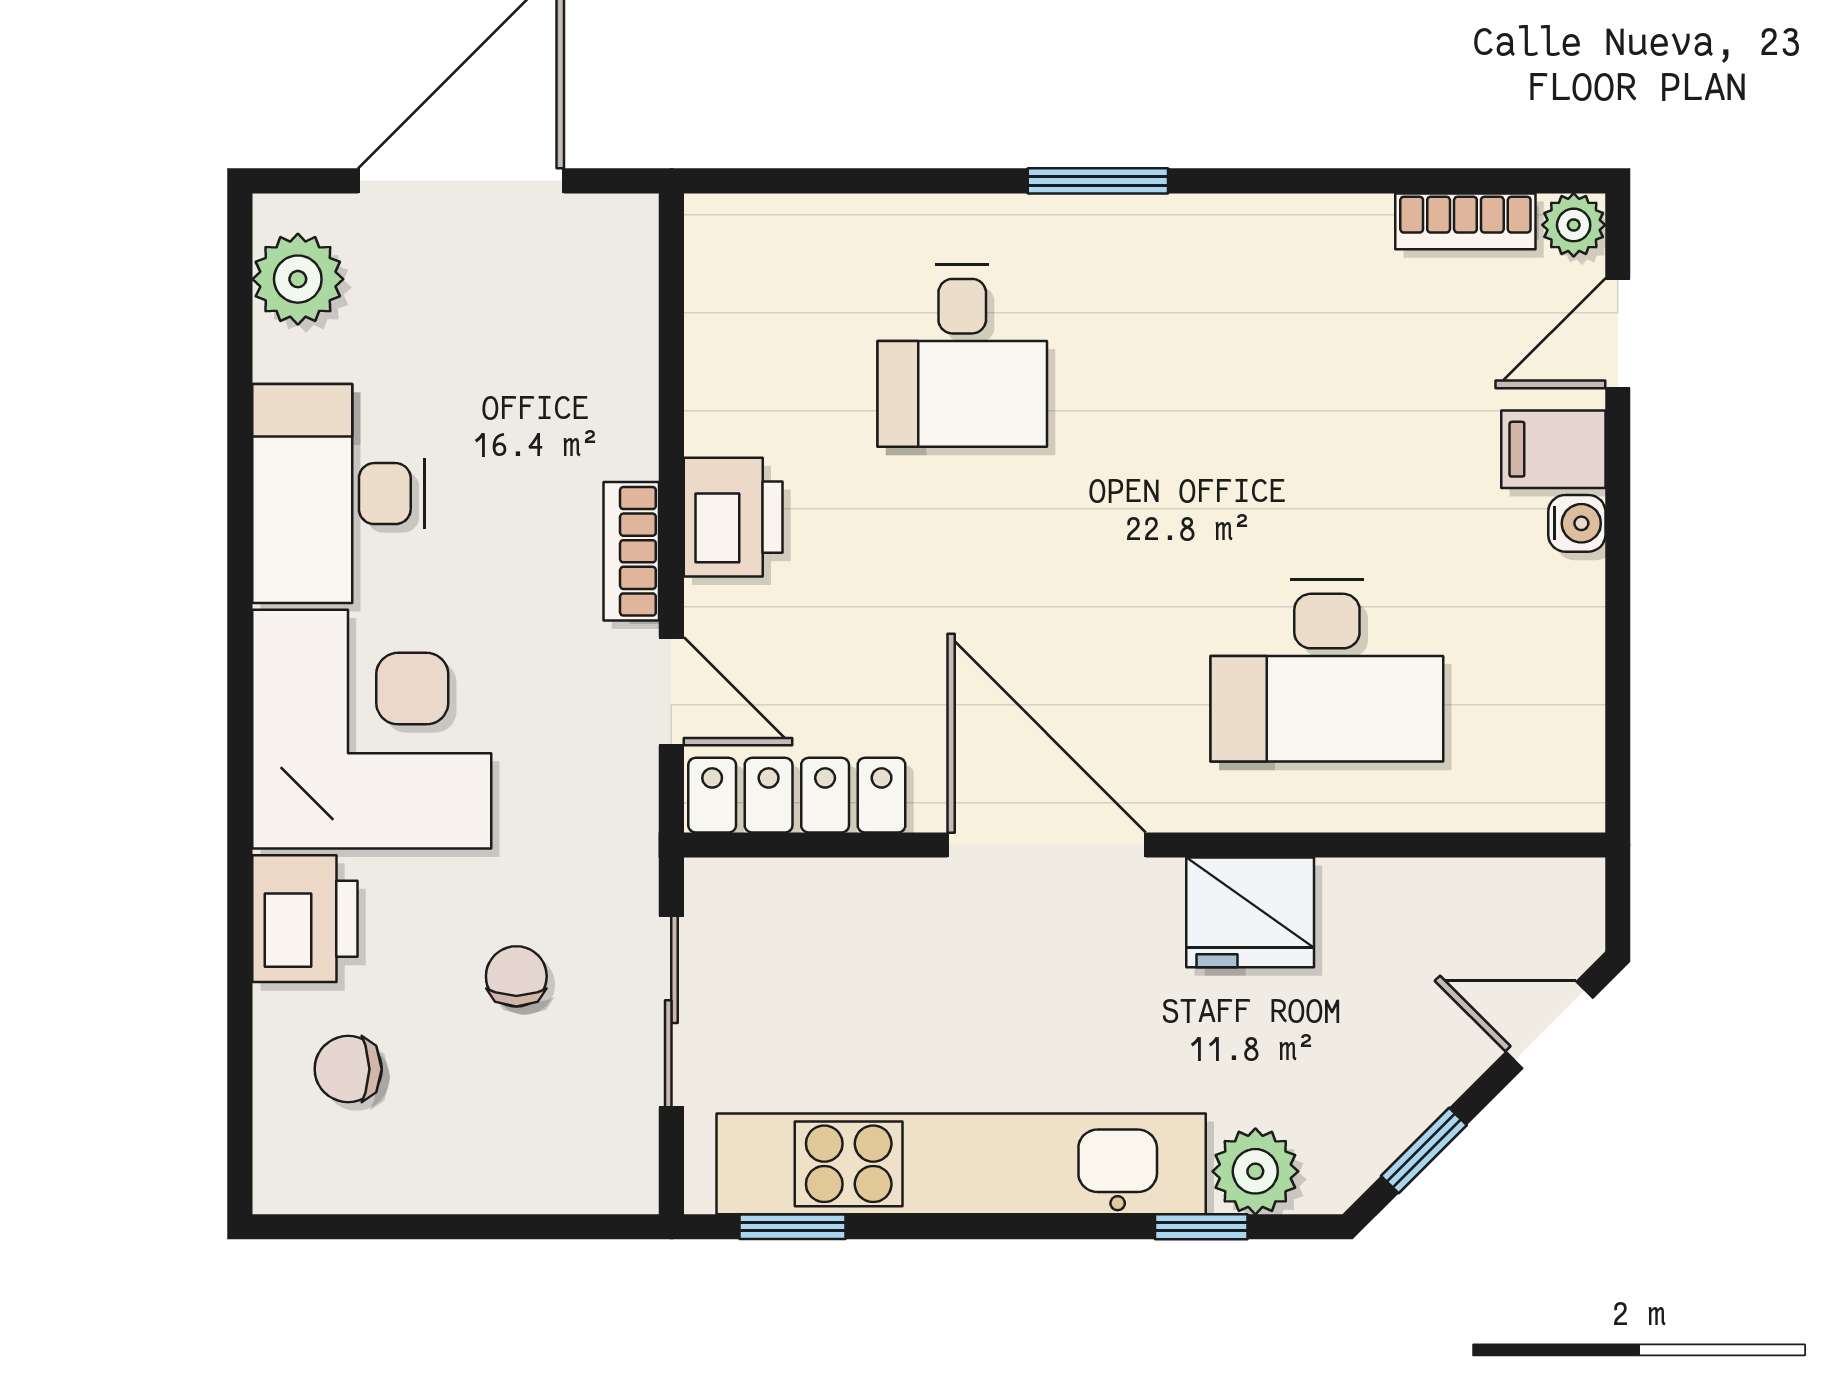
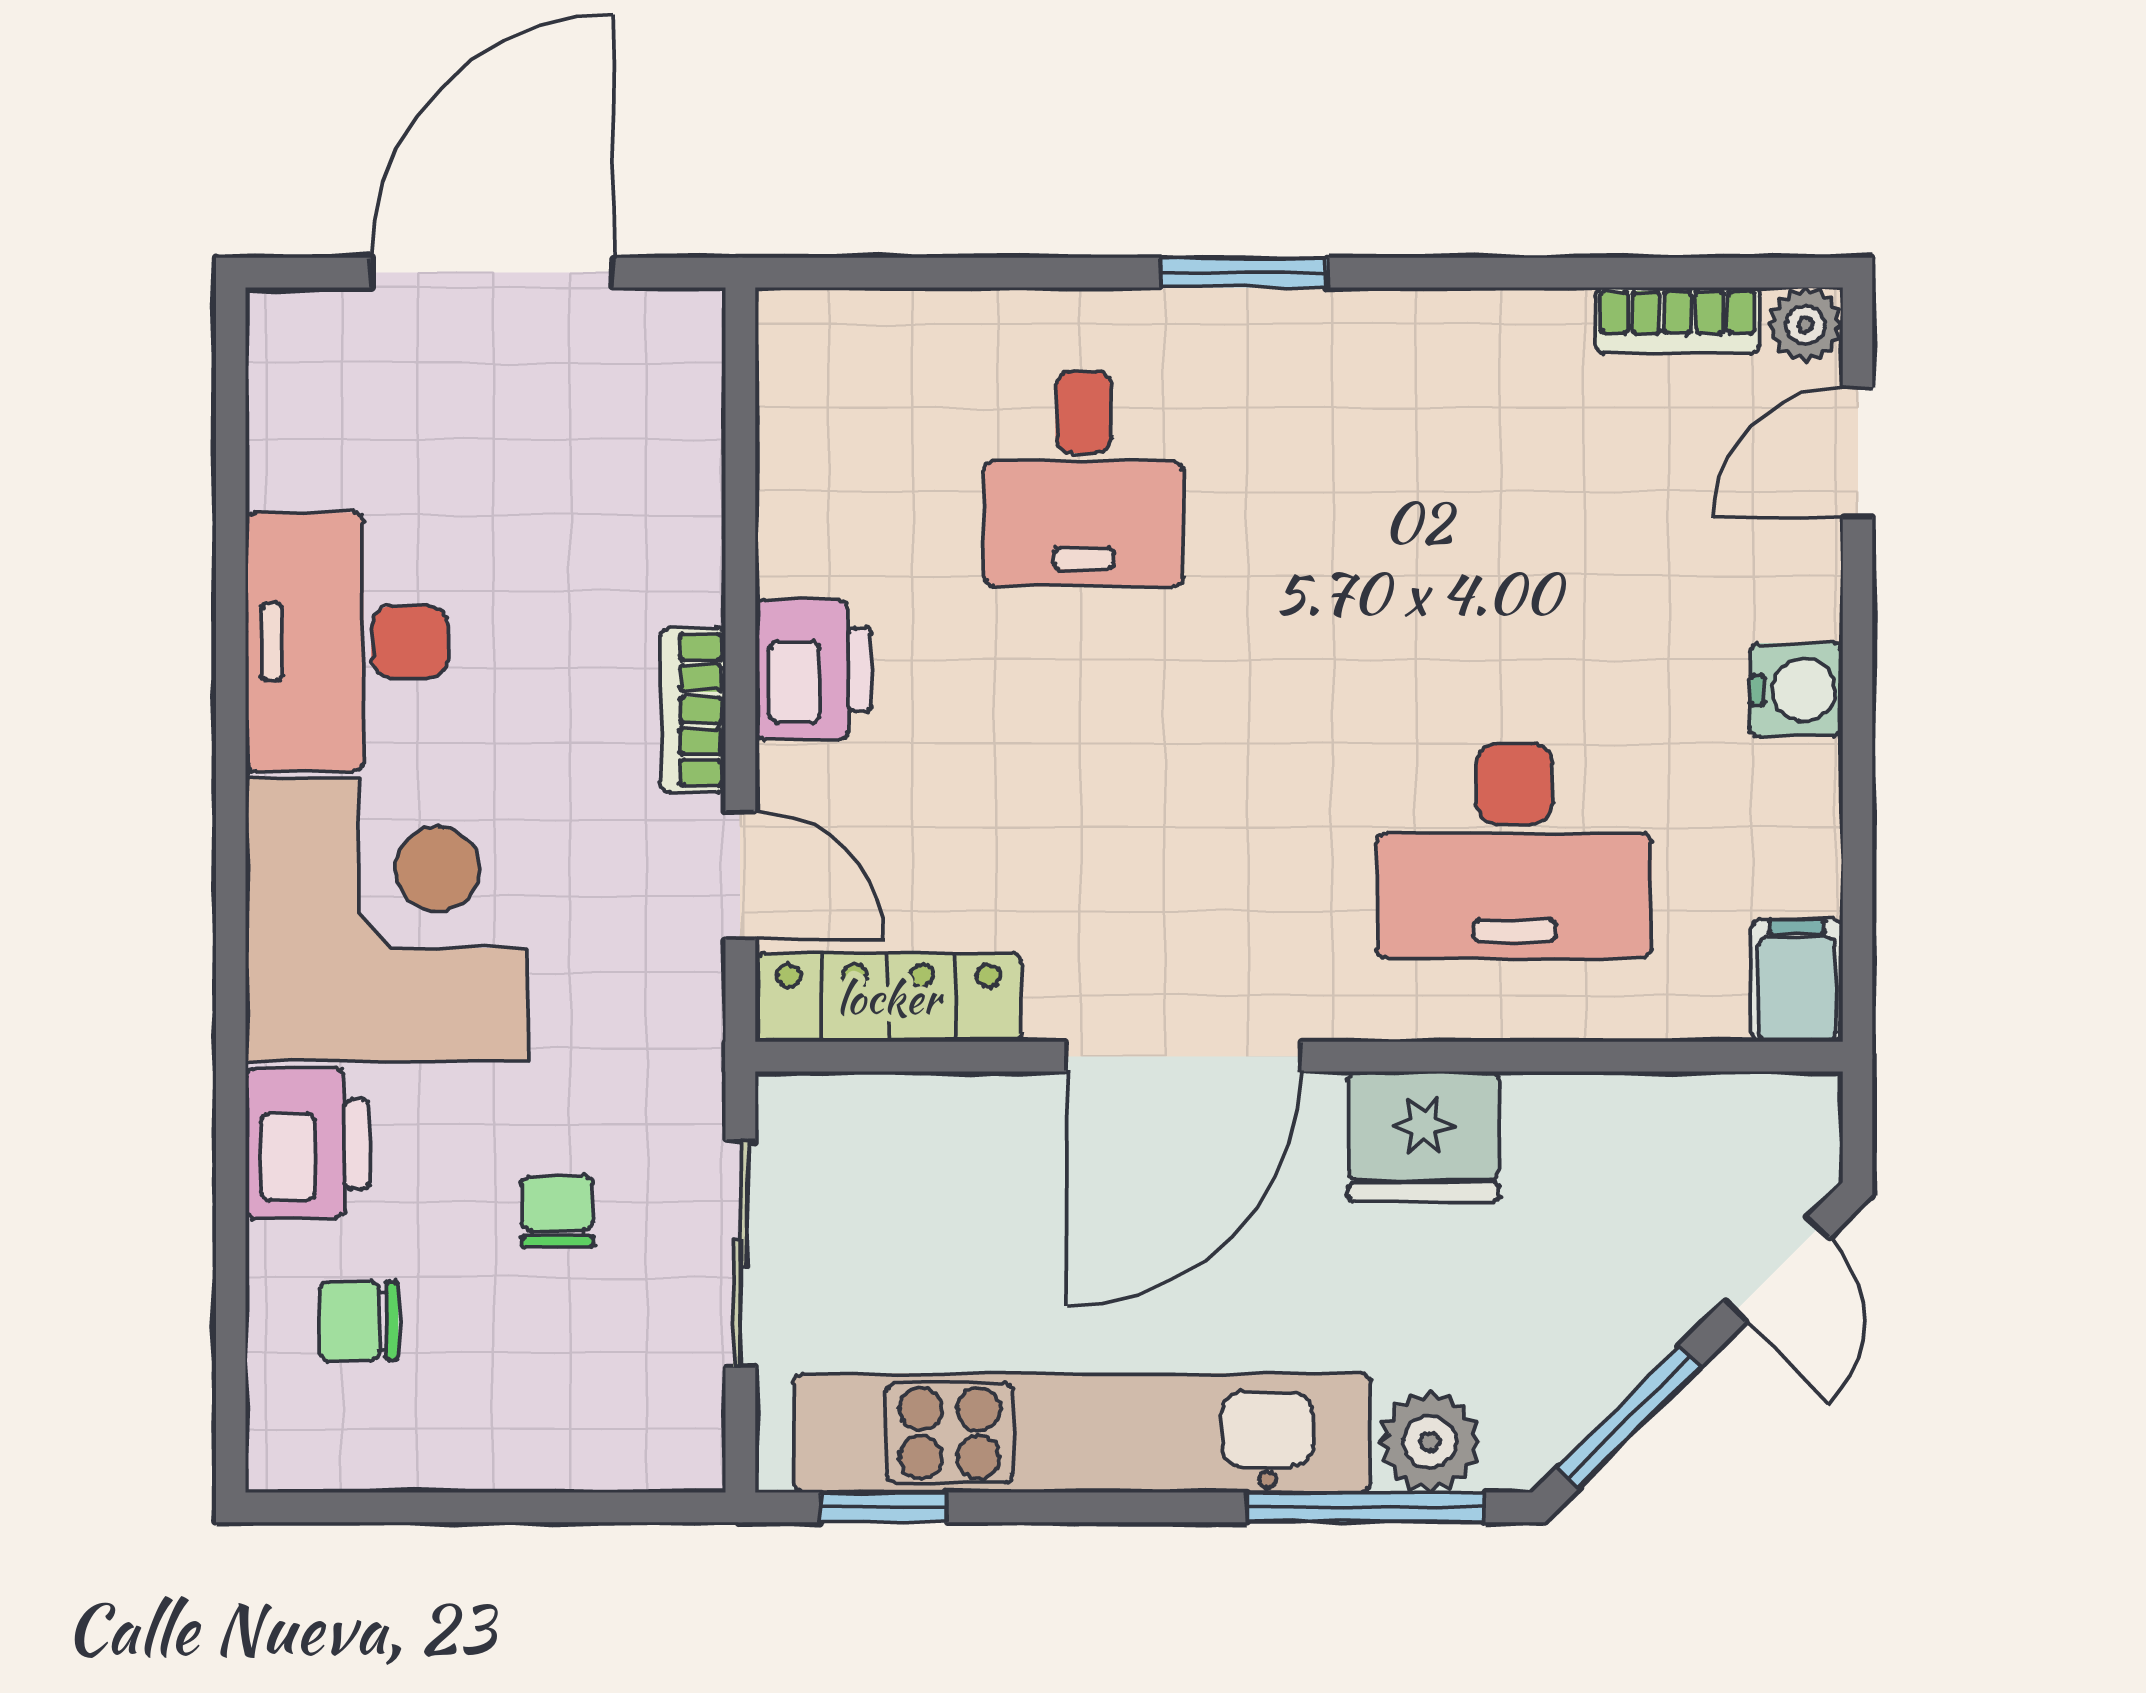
plant: (298, 279) -> (299, 388), removed
filing cabinet: (1553, 449) -> (1797, 981), moved, turned 90
water cooler: (1577, 523) -> (1796, 690), width x1.38, depth x1.38
door: (1047, 845) -> (1183, 1057), swing flipped
door: (1549, 1025) -> (1777, 1269), swing flipped
window: (1424, 1150) -> (1629, 1417), width x1.50
window: (1201, 1227) -> (1366, 1507), width x2.17

